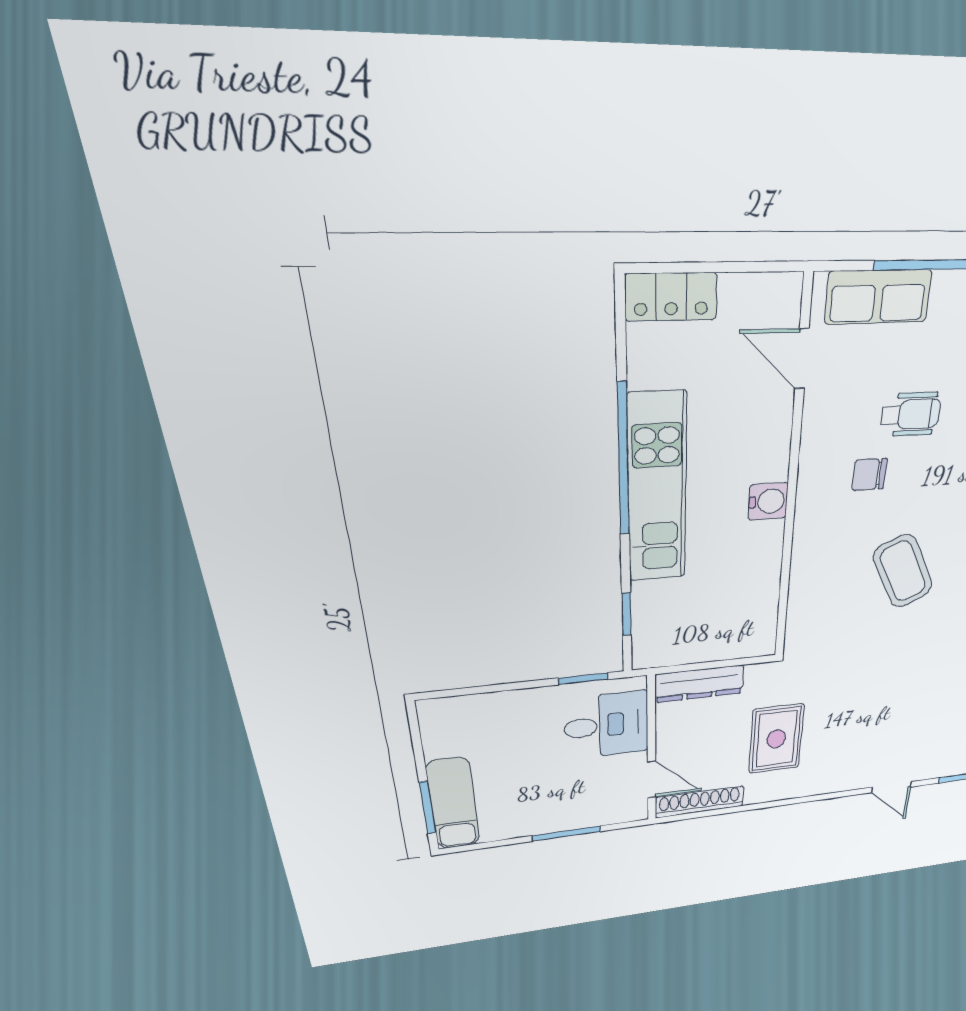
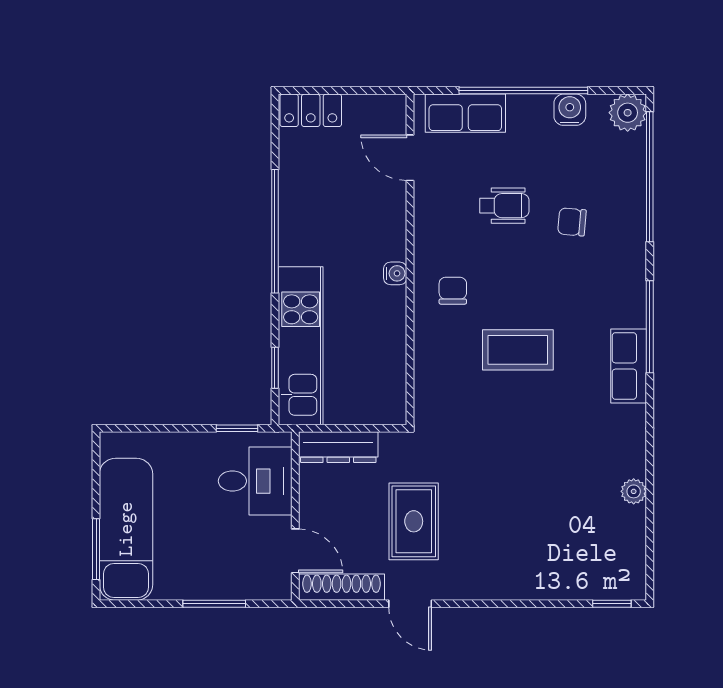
chair: (869, 475) -> (453, 291), moved, turned 90
kitchen unit: (657, 490) -> (301, 346), moved
water cooler: (768, 501) -> (395, 273), width x0.72, depth x0.72
coffee table: (903, 571) -> (518, 350), turned -64
door: (892, 787) -> (410, 604), moved
exam couch: (453, 804) -> (126, 529), width x1.36, depth x1.45

